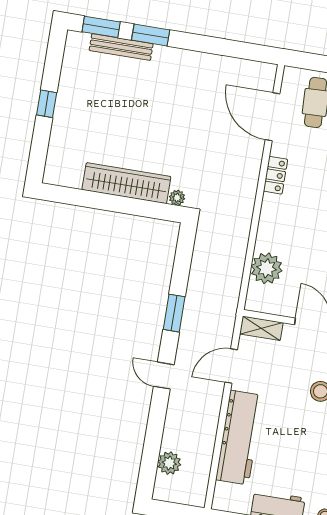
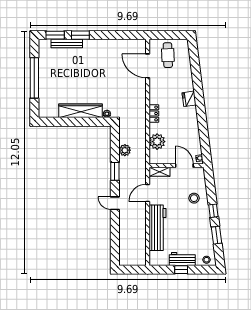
window: (47, 104) -> (34, 78), width x3.17
locker: (275, 175) -> (154, 114), moved
plant: (169, 463) -> (125, 150), moved

